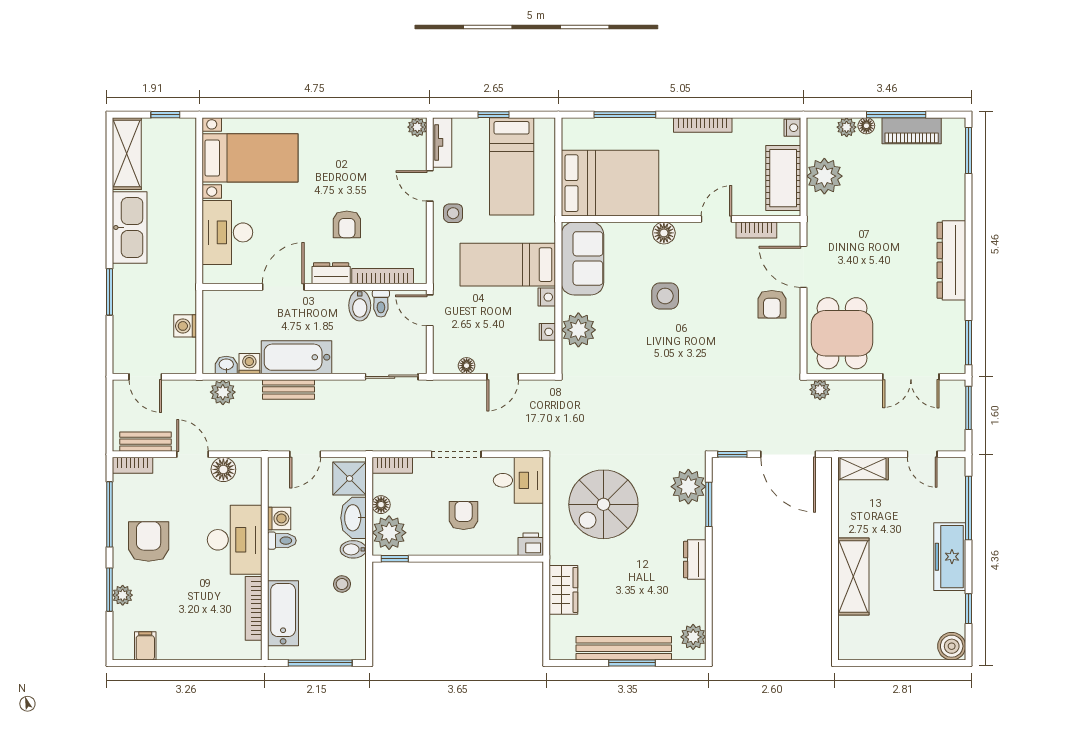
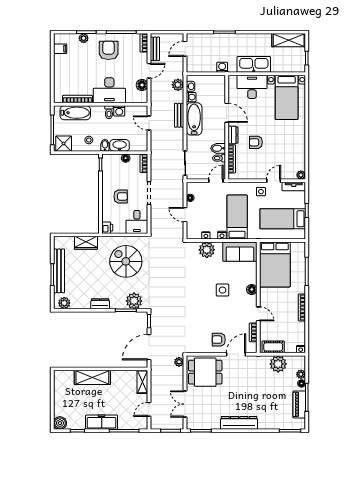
cot: (783, 178) -> (273, 347), width x0.73, depth x0.75
kitchen sink: (130, 228) -> (254, 64), moved, turned 180
washing machine: (185, 326) -> (222, 67), moved
shower: (350, 478) -> (64, 144), moved
plant: (389, 533) -> (113, 162), removed
armchair: (149, 542) -> (109, 50), turned -90

